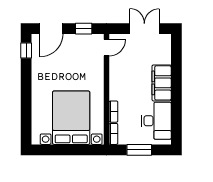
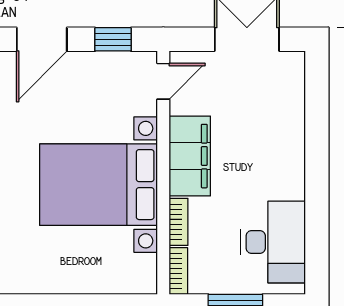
filing cabinet: (162, 83) -> (190, 156), moved, turned 180
bed with nightstands: (71, 118) -> (99, 185), moved, turned -90

